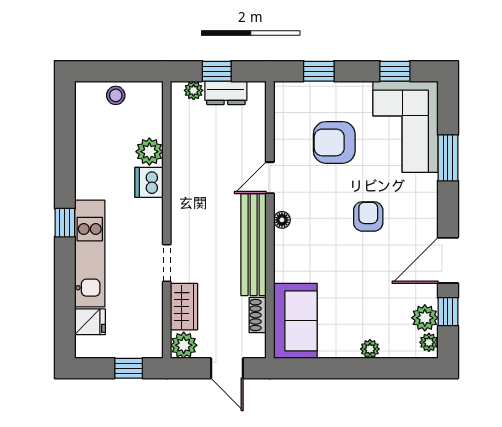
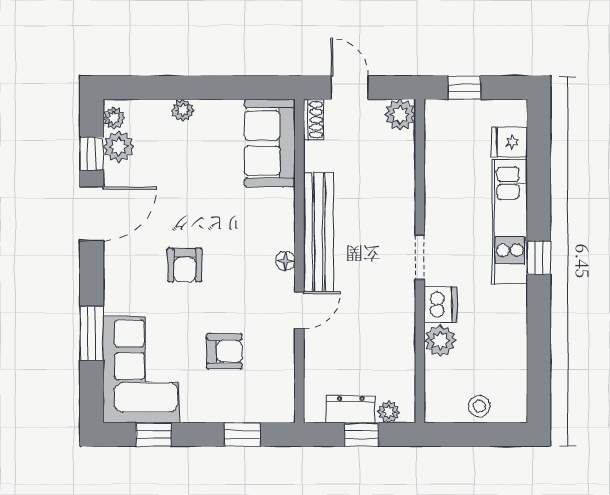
armchair: (334, 142) -> (224, 351), width x0.72, depth x0.72
doorway: (167, 263) -> (420, 257), moved
wardrobe: (184, 307) -> (400, 160), removed
shoe rack: (258, 315) -> (314, 120), moved

